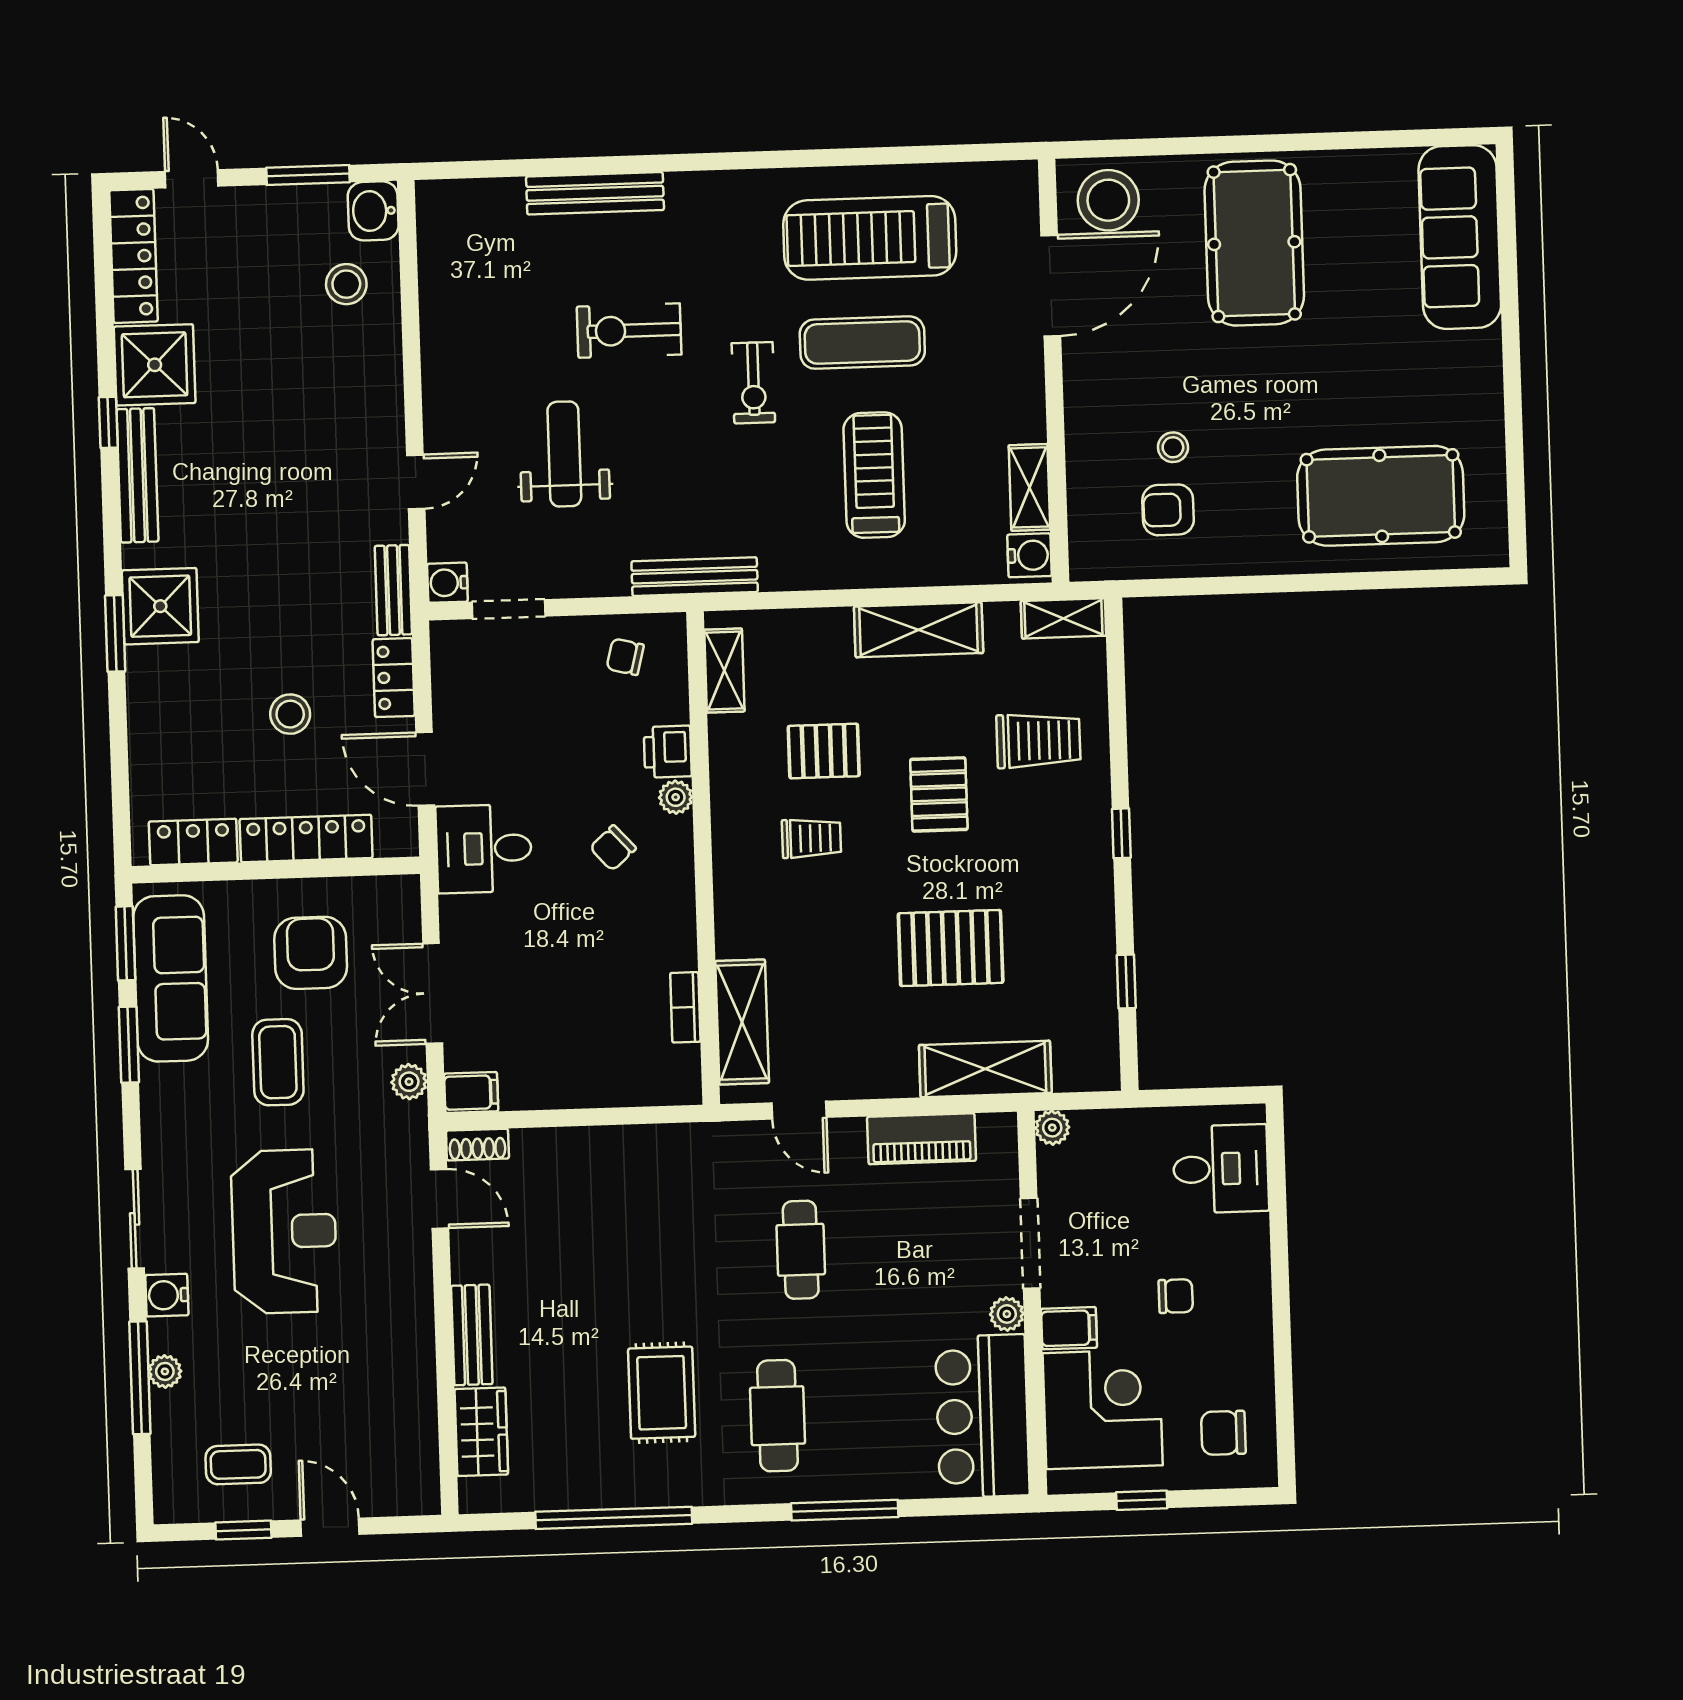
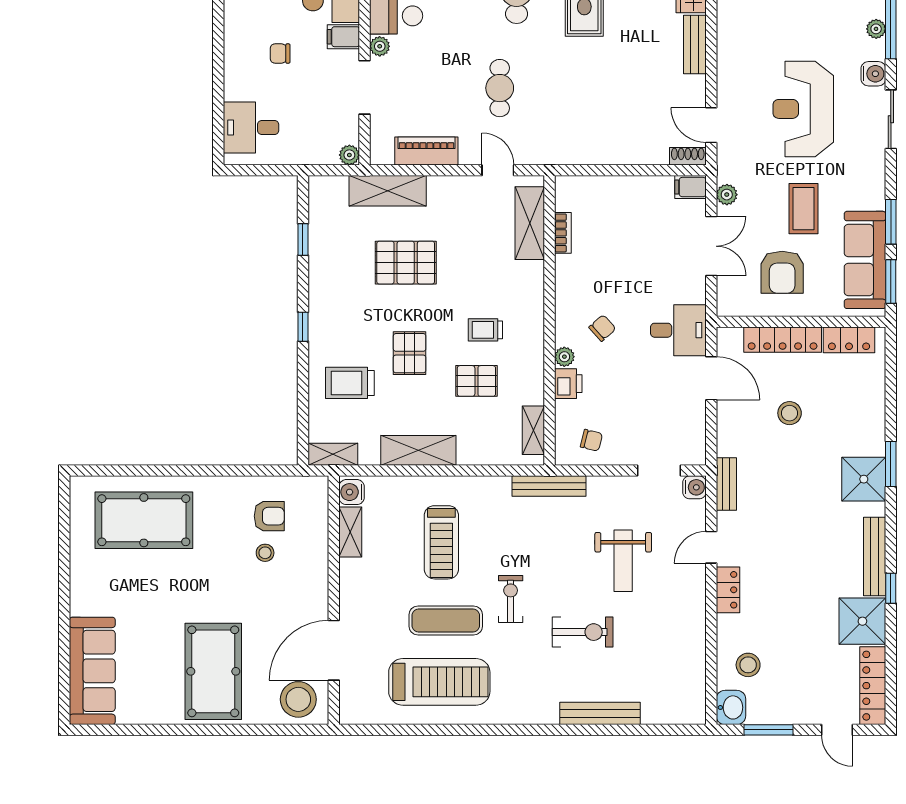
locker: (394, 678) -> (728, 590), moved

